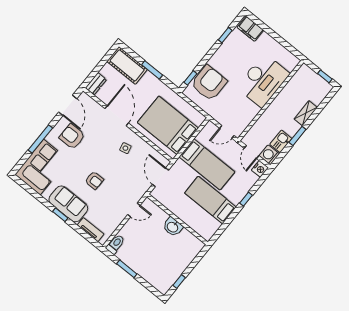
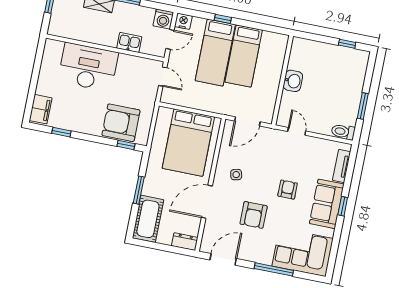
armchair: (72, 137) -> (254, 215), moved
kitchen sink: (281, 141) -> (129, 42), moved, turned 180
bed: (207, 164) -> (215, 53), moved, turned 180

